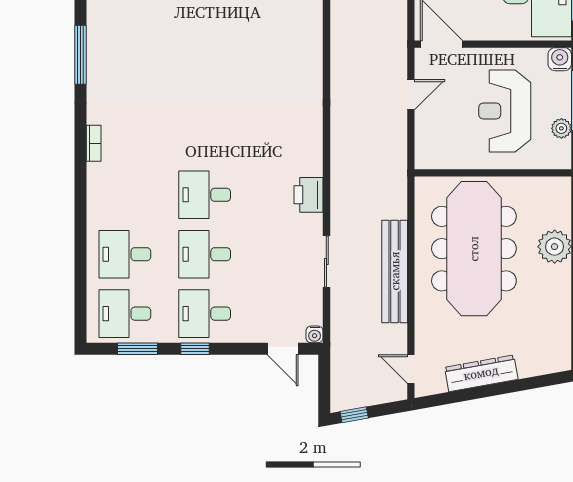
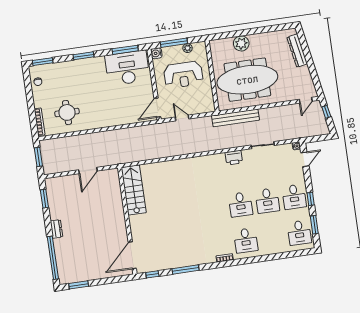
desk: (125, 254) -> (246, 240), moved
bench: (395, 271) -> (235, 118), moved
dresser: (481, 373) -> (297, 51), moved
window: (354, 415) -> (326, 112), moved

